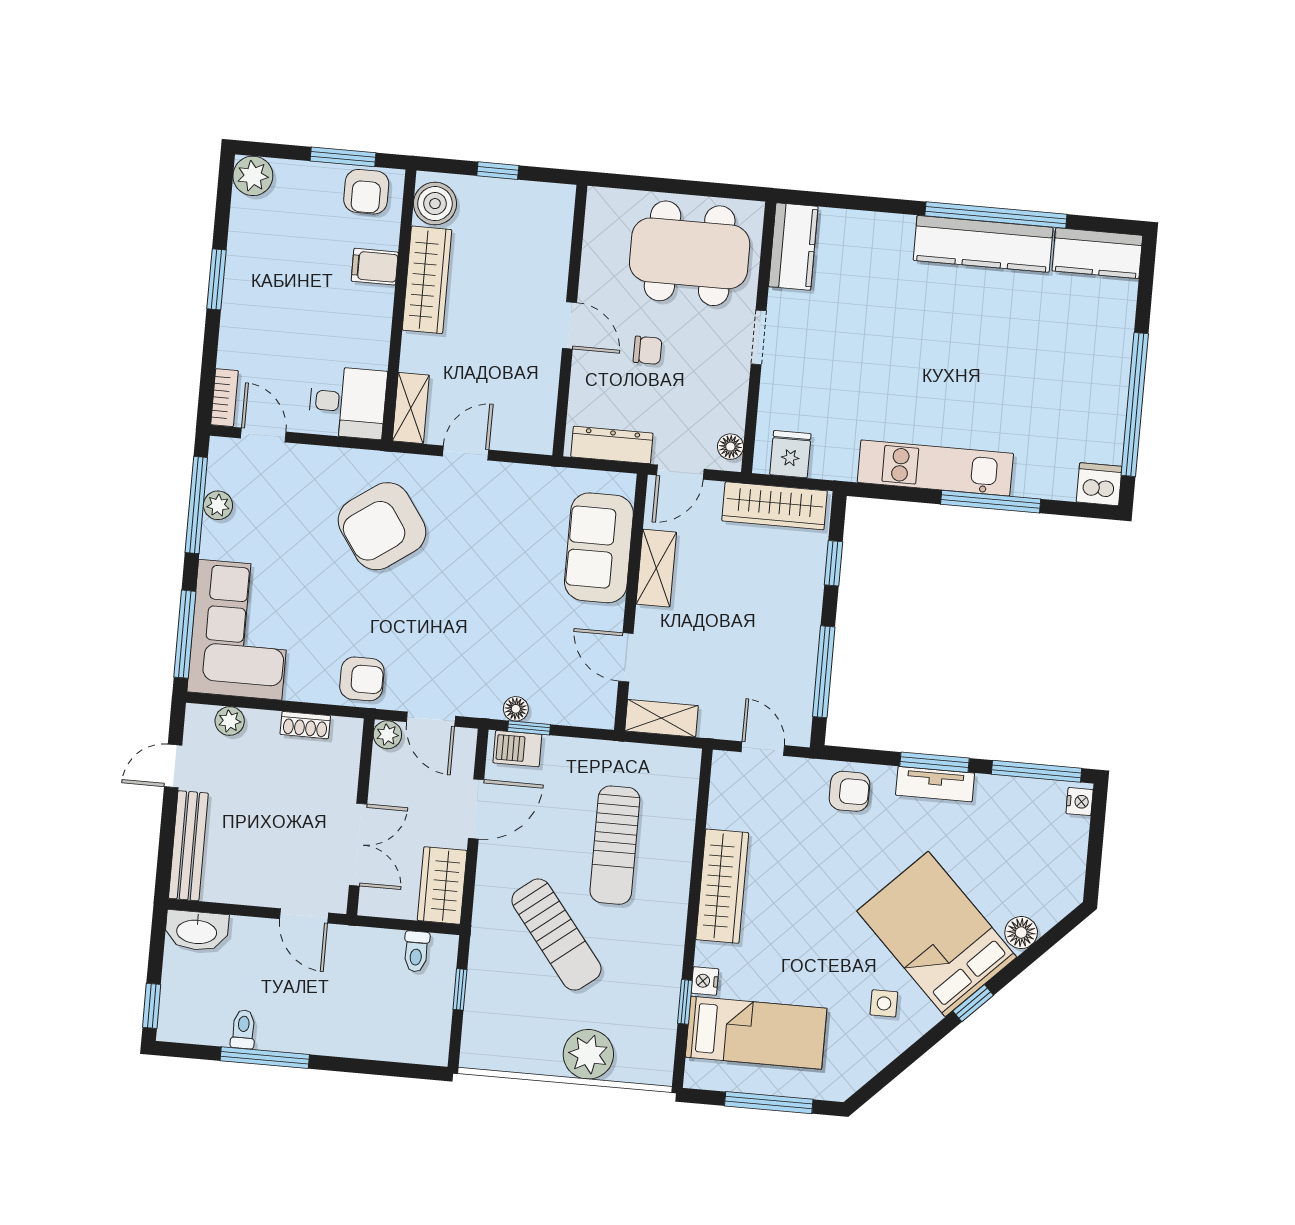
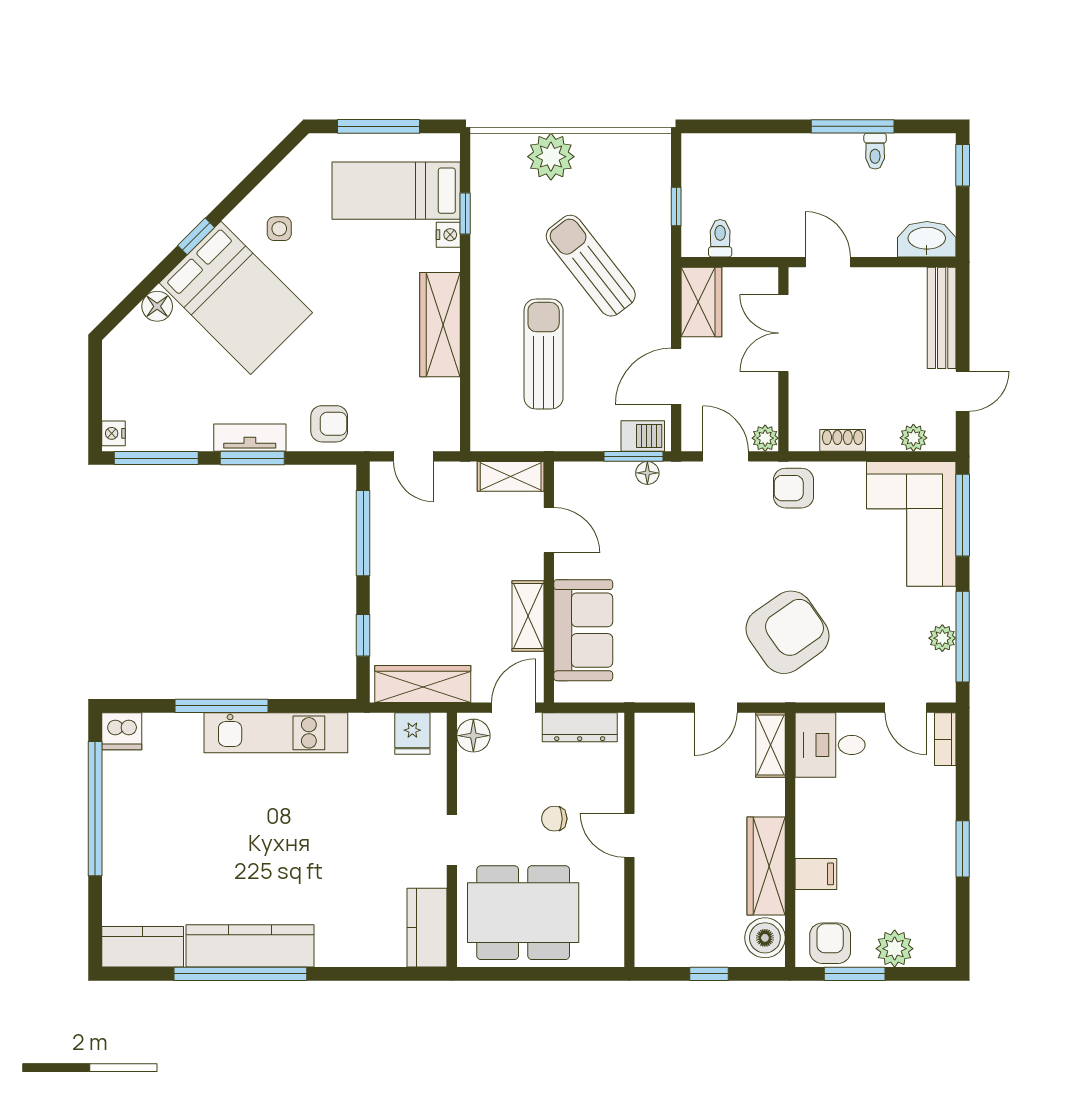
plant: (253, 176) -> (895, 949), moved
floor lamp: (730, 447) -> (473, 736), width x1.37, depth x1.37
window: (529, 728) -> (633, 456), width x1.50
armchair: (849, 791) -> (329, 424), turned 180

